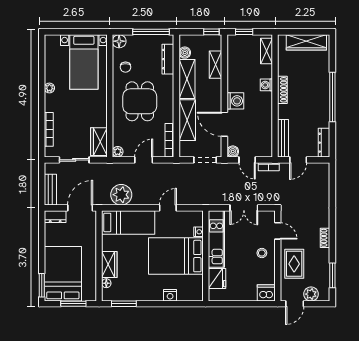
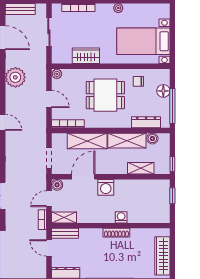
floor lamp: (119, 41) -> (163, 91), moved
shelving: (267, 51) -> (64, 217), moved
bench: (283, 138) -> (65, 233), width x0.73
wardrobe: (99, 142) -> (86, 56), moved

